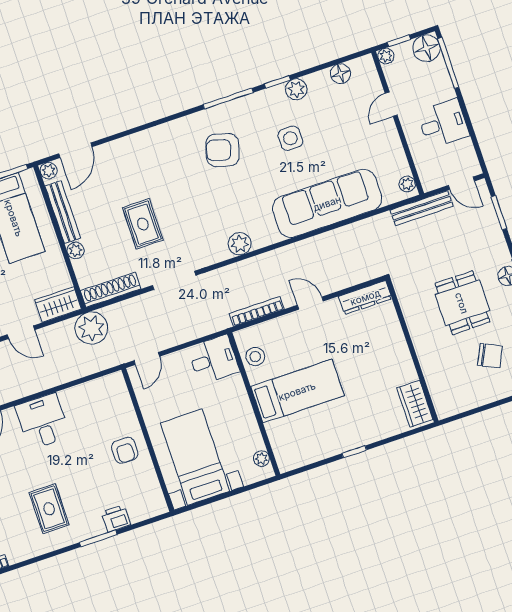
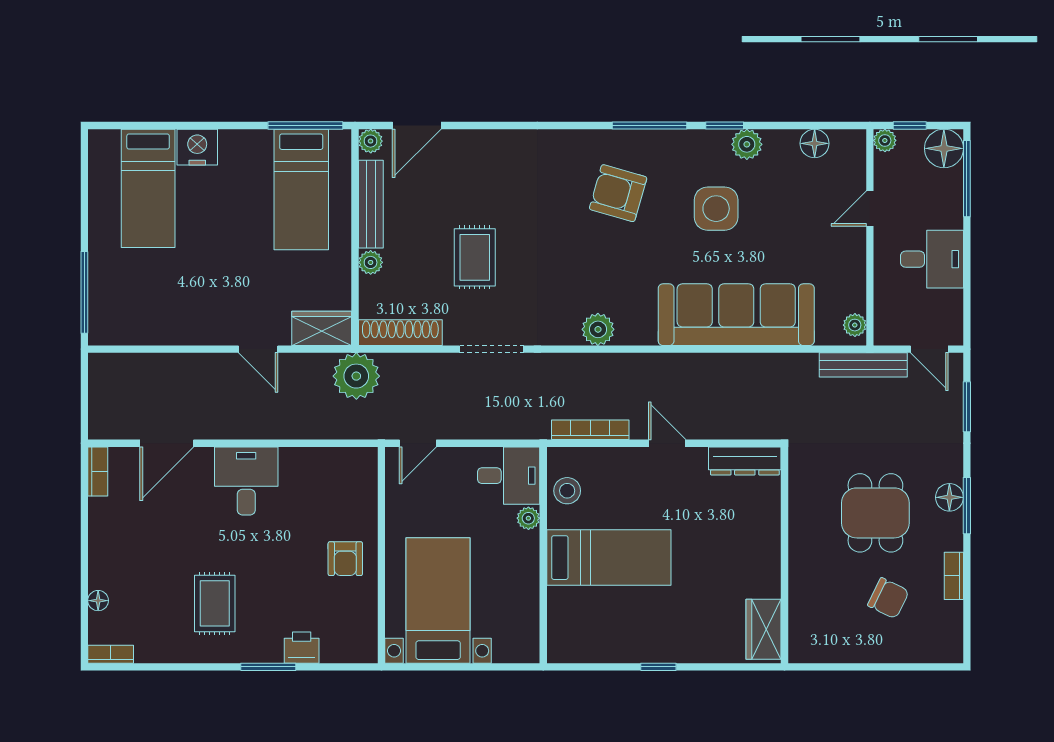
side table: (290, 138) -> (716, 209), width x1.37, depth x1.37
plant: (261, 459) -> (528, 518), moved

